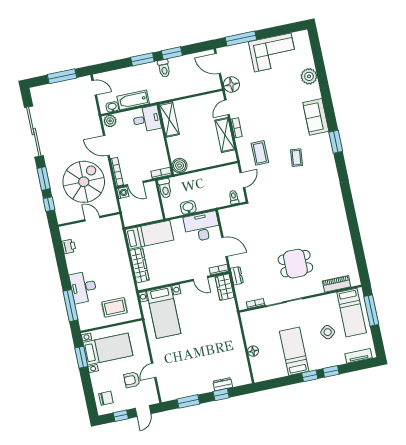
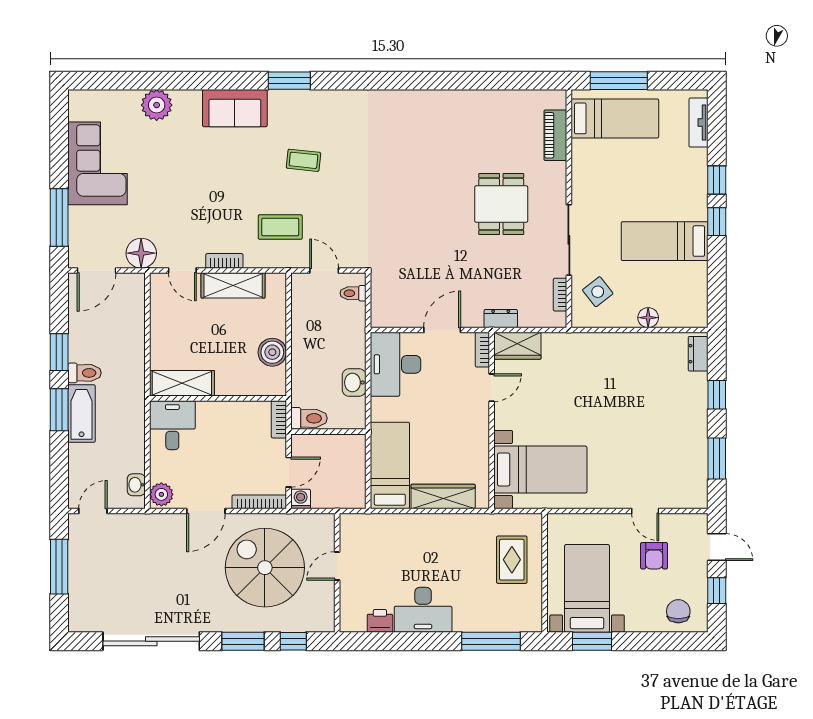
bathtub: (133, 100) -> (82, 414), moved, turned 180
boiler: (180, 166) -> (272, 352), moved
desk: (83, 287) -> (423, 610), moved
side table: (328, 332) -> (598, 292), moved
dresser: (223, 384) -> (698, 354), moved

